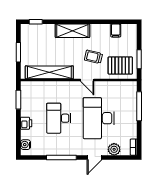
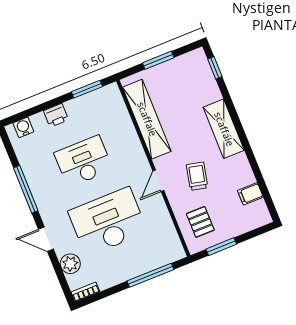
pallet: (120, 66) -> (200, 222), width x0.67, depth x0.71

